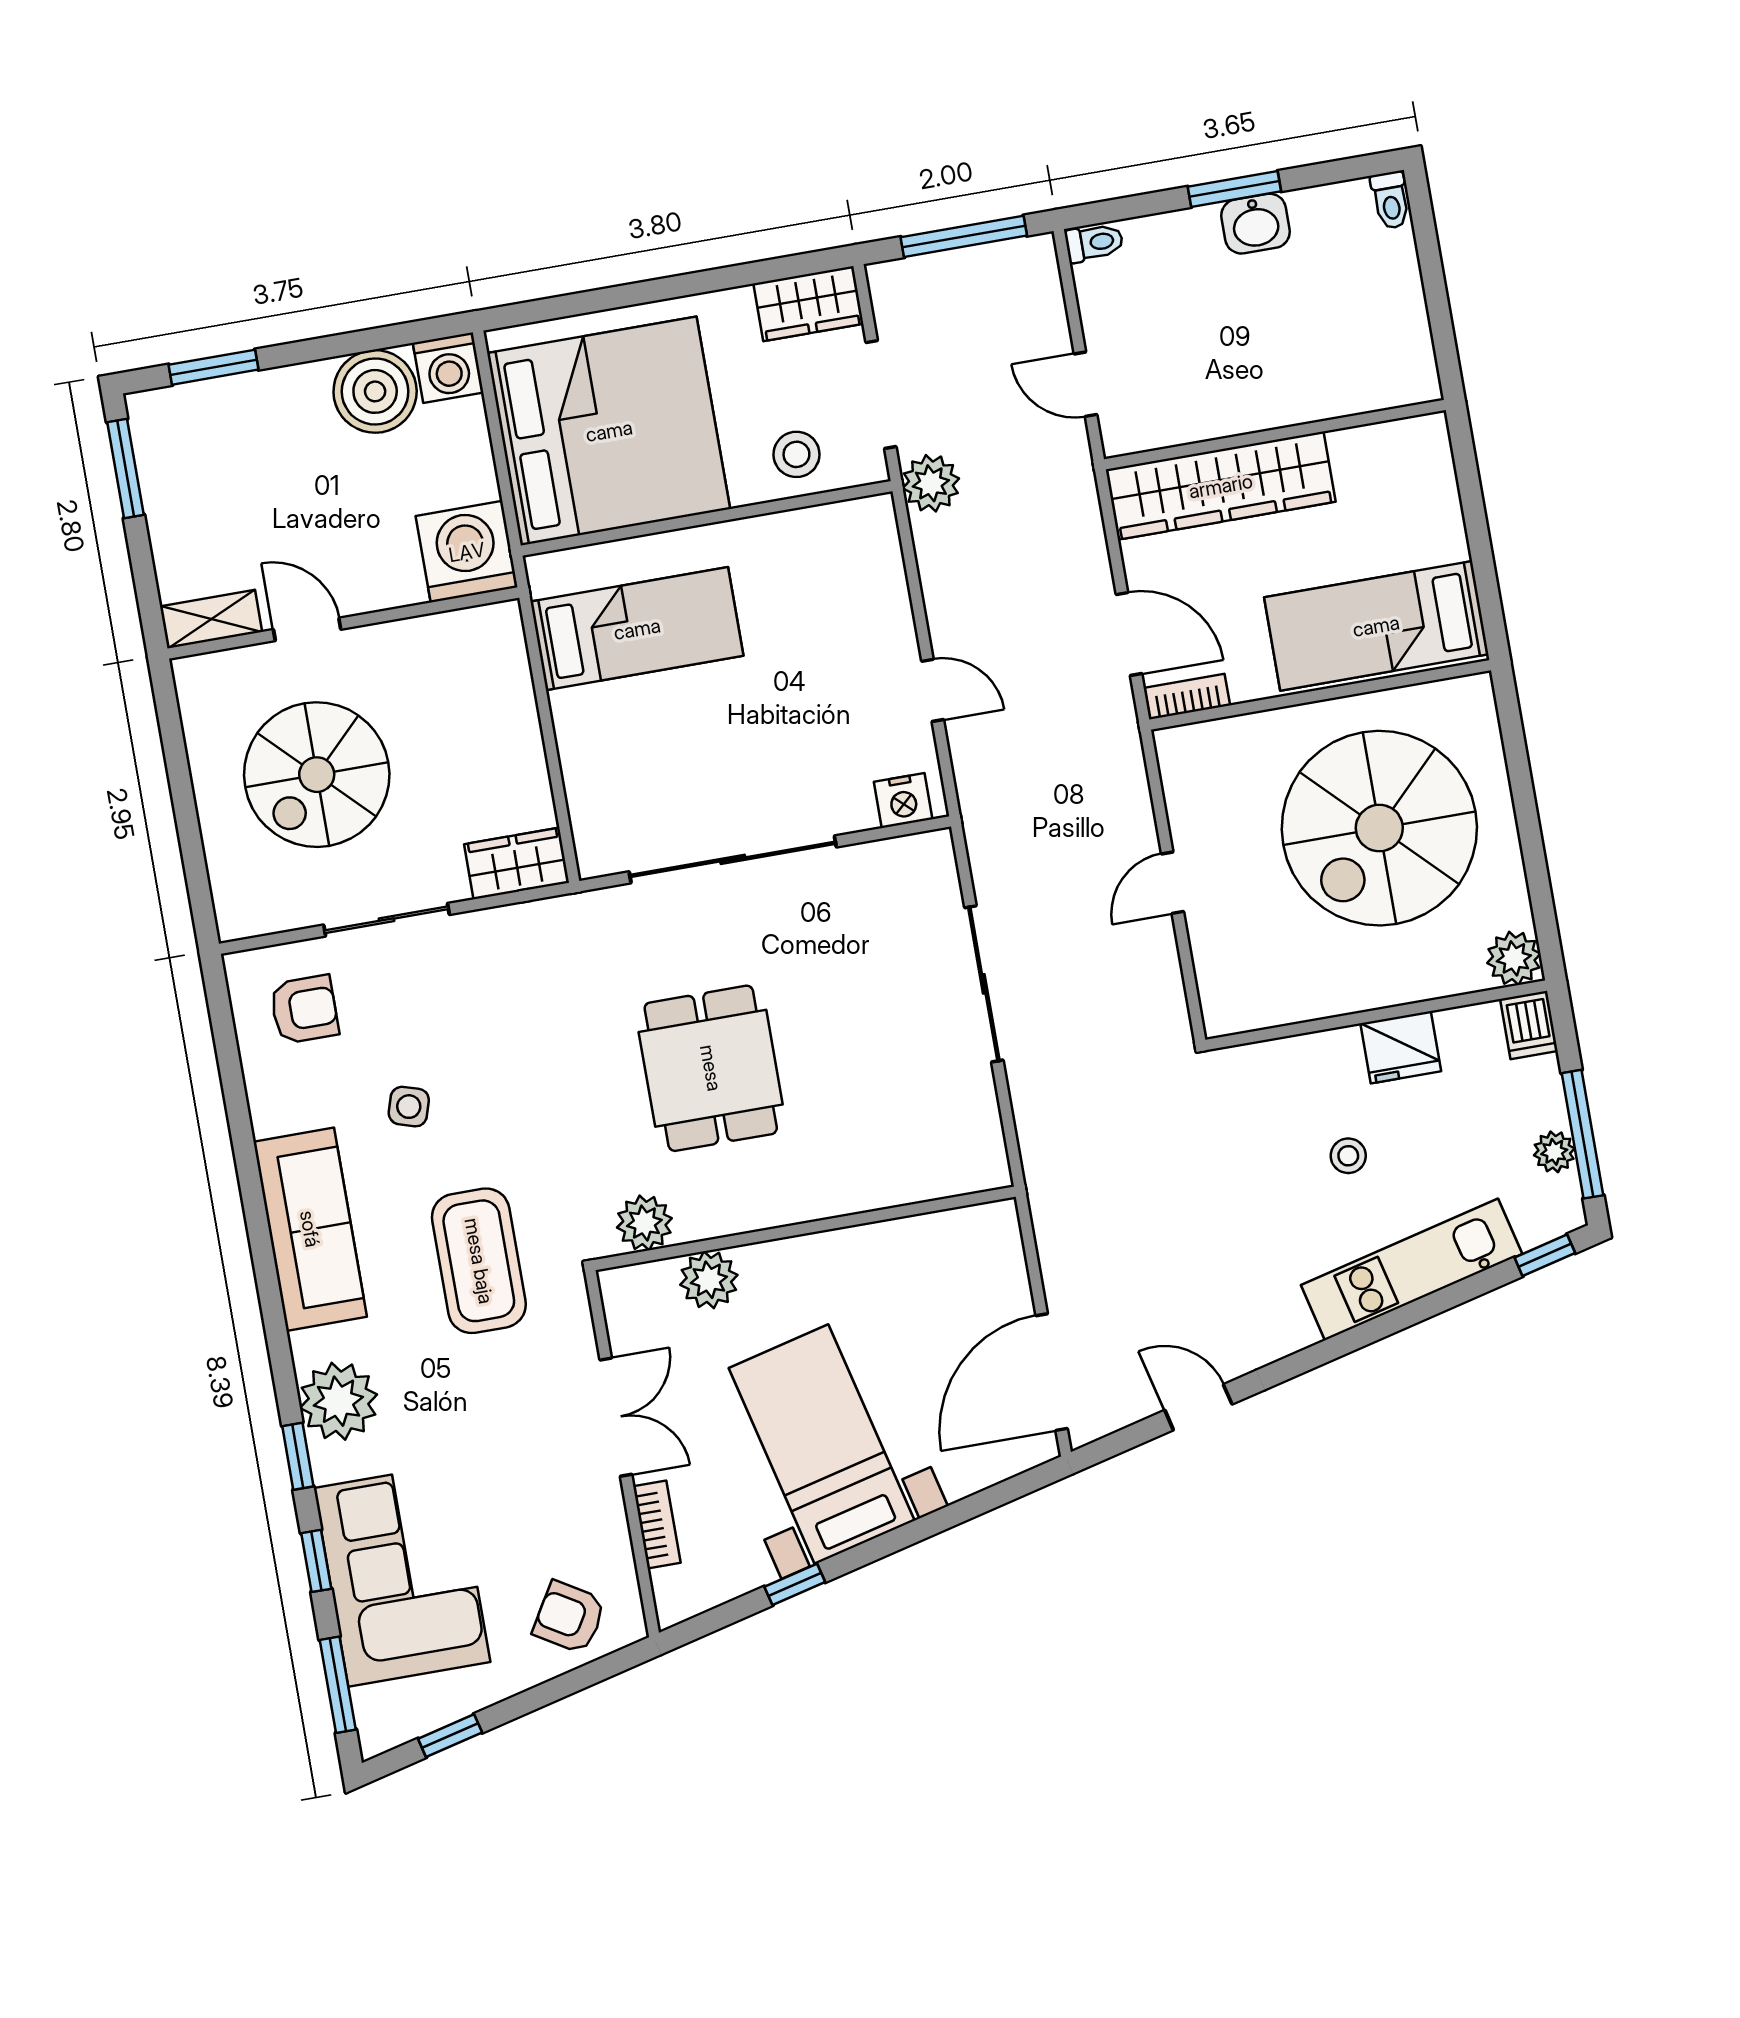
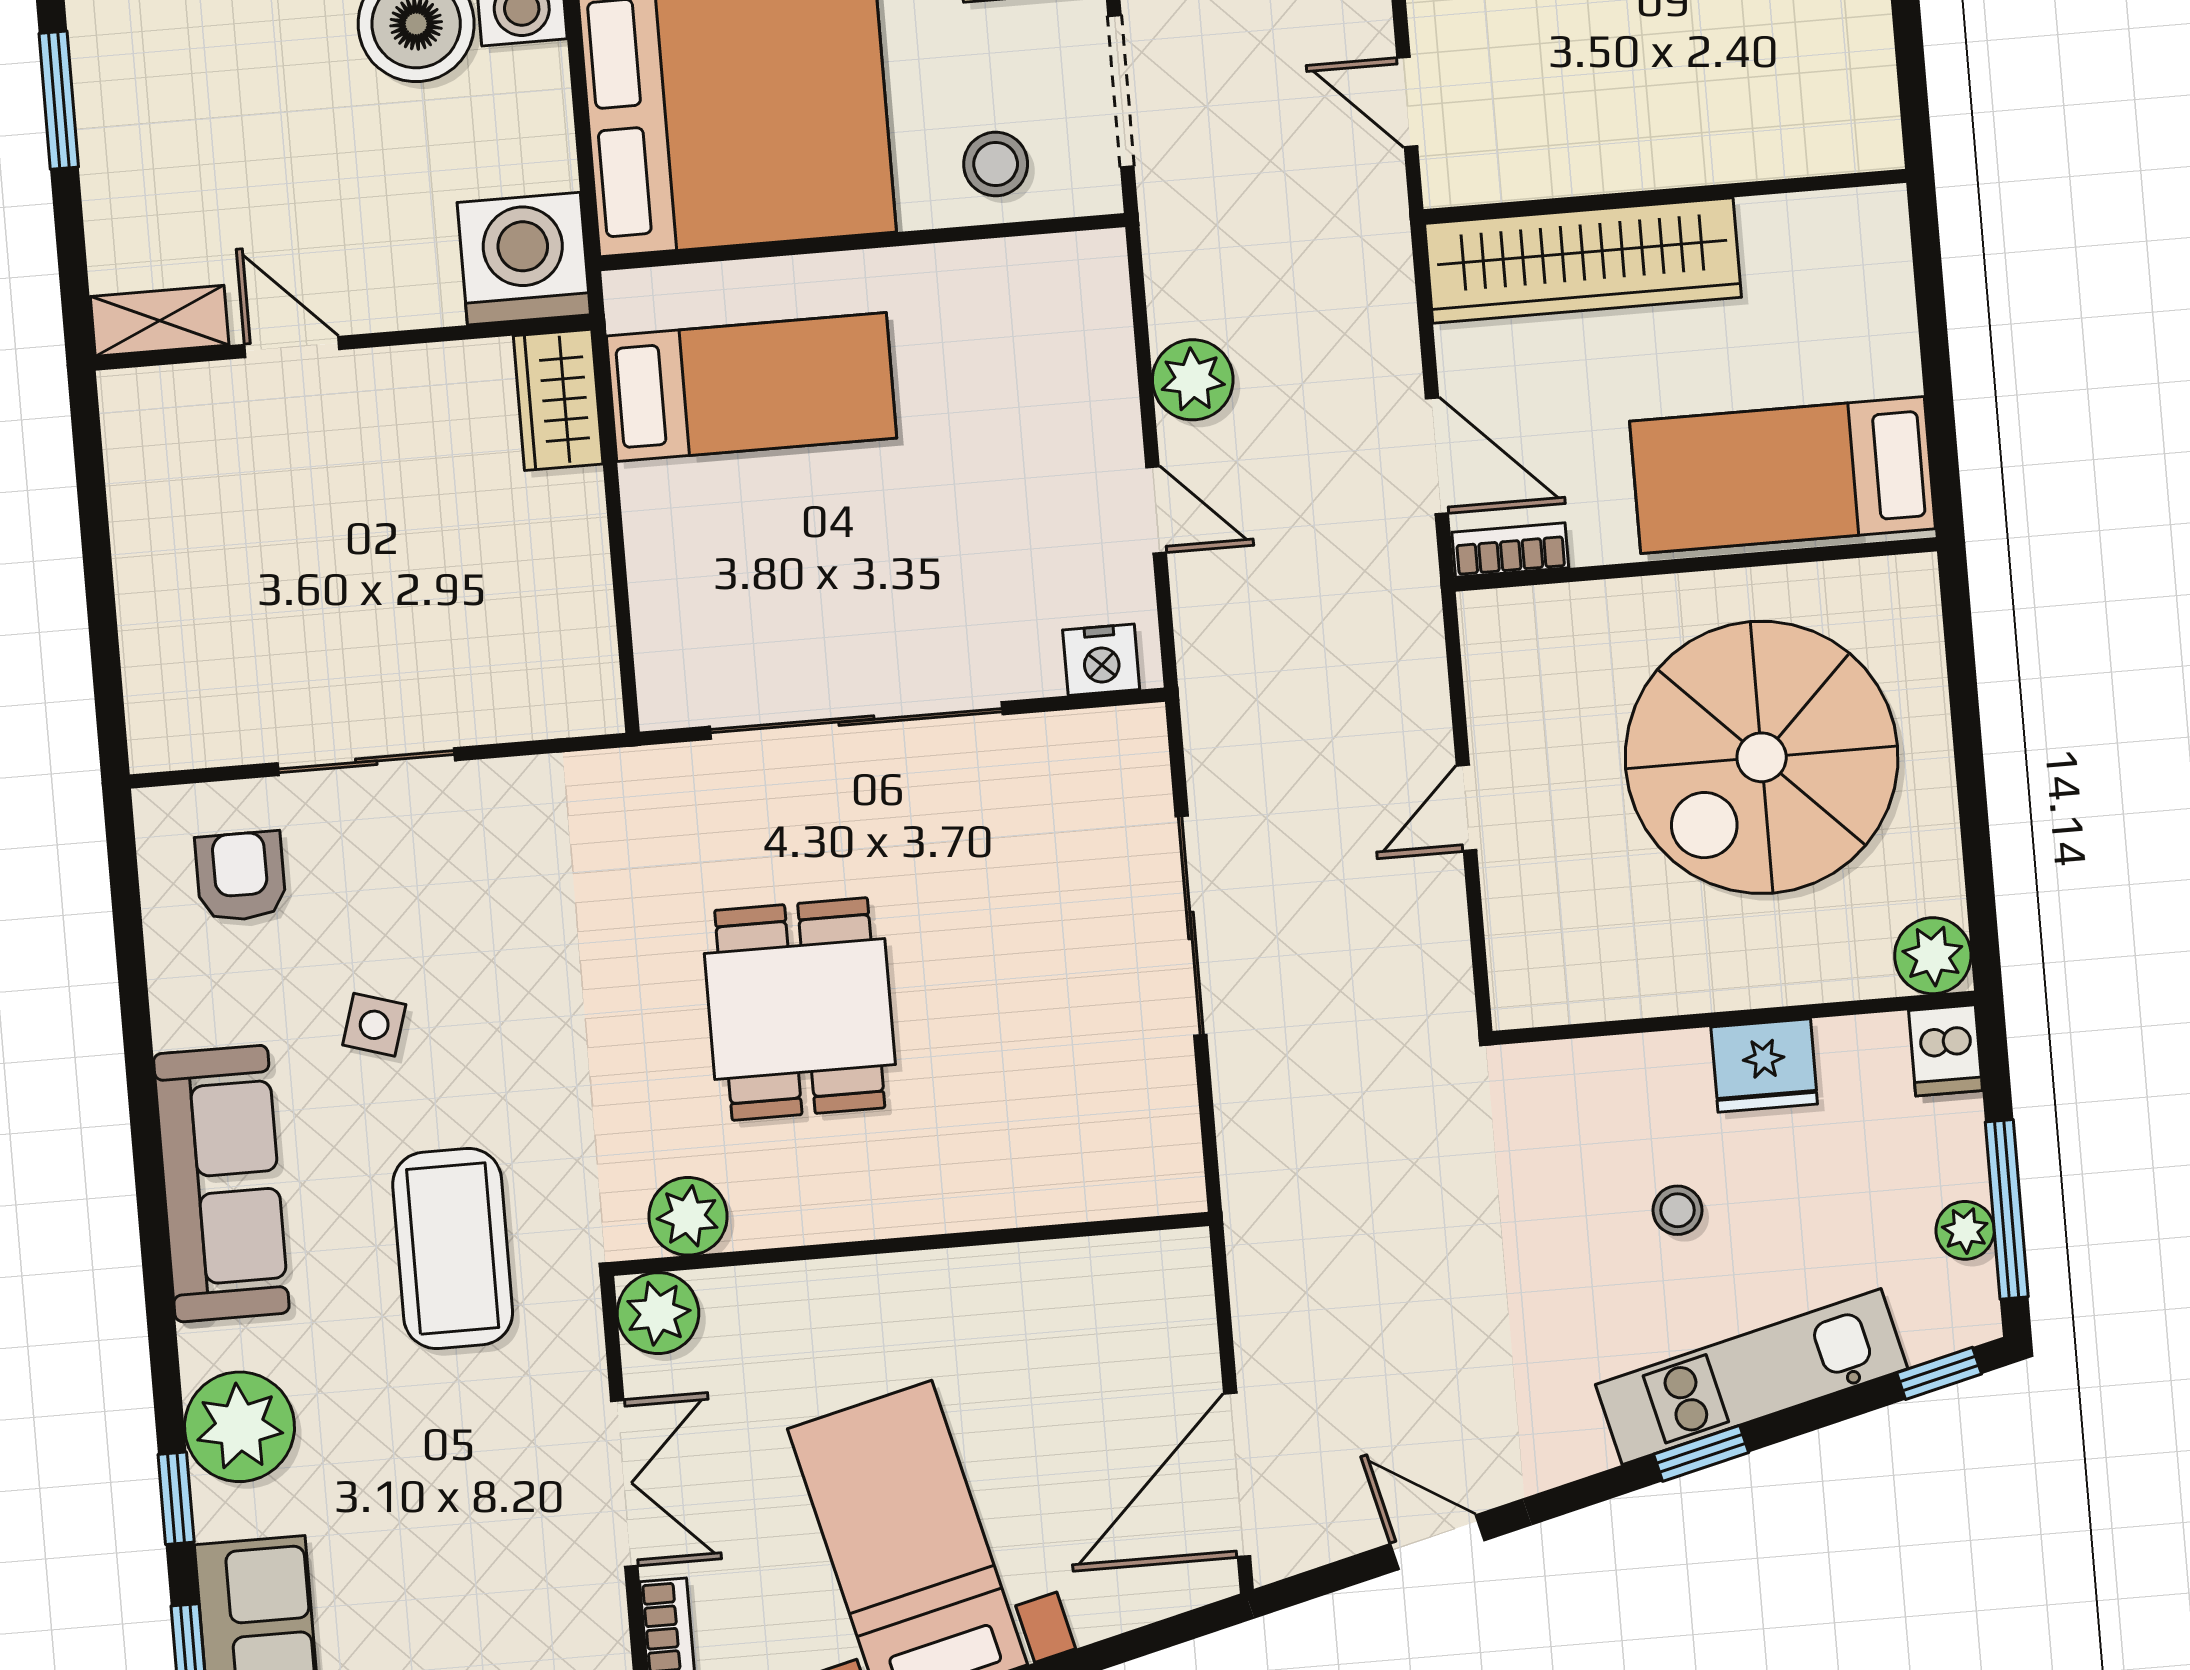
plant: (931, 483) -> (1193, 380), moved
spiral stairs: (317, 775) -> (287, 551), removed
wardrobe: (517, 863) -> (558, 400), moved, turned -90
armchair: (304, 1009) -> (241, 876), turned -90
plant: (709, 1280) -> (658, 1313), moved
window: (1381, 1327) -> (1701, 1453), added

